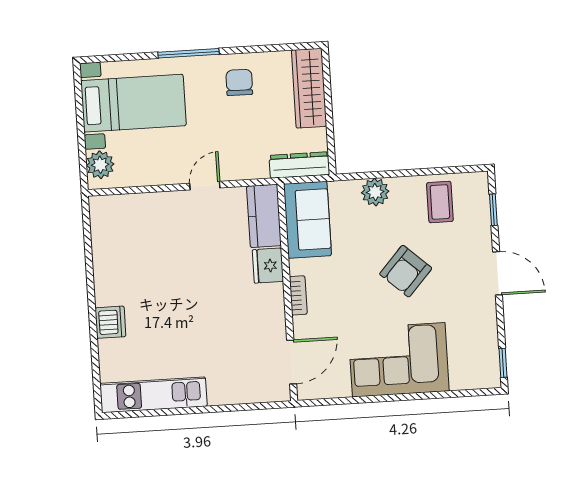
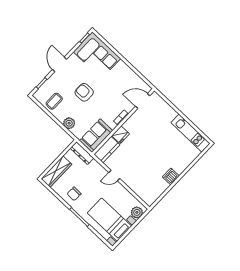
armchair: (406, 271) -> (84, 92), turned -132
dishwasher: (110, 322) -> (171, 176), moved
corner sofa: (399, 360) -> (97, 55), moved

